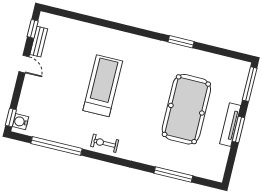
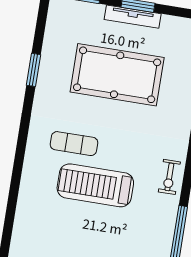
window: (181, 42) -> (34, 70), moved
exercise mat: (136, 72) -> (74, 144), added

